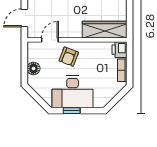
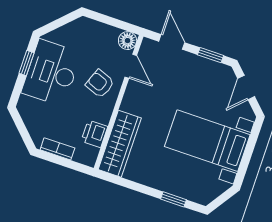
printer: (119, 50) -> (94, 134), moved, turned -90
floor lamp: (33, 68) -> (128, 41), moved

